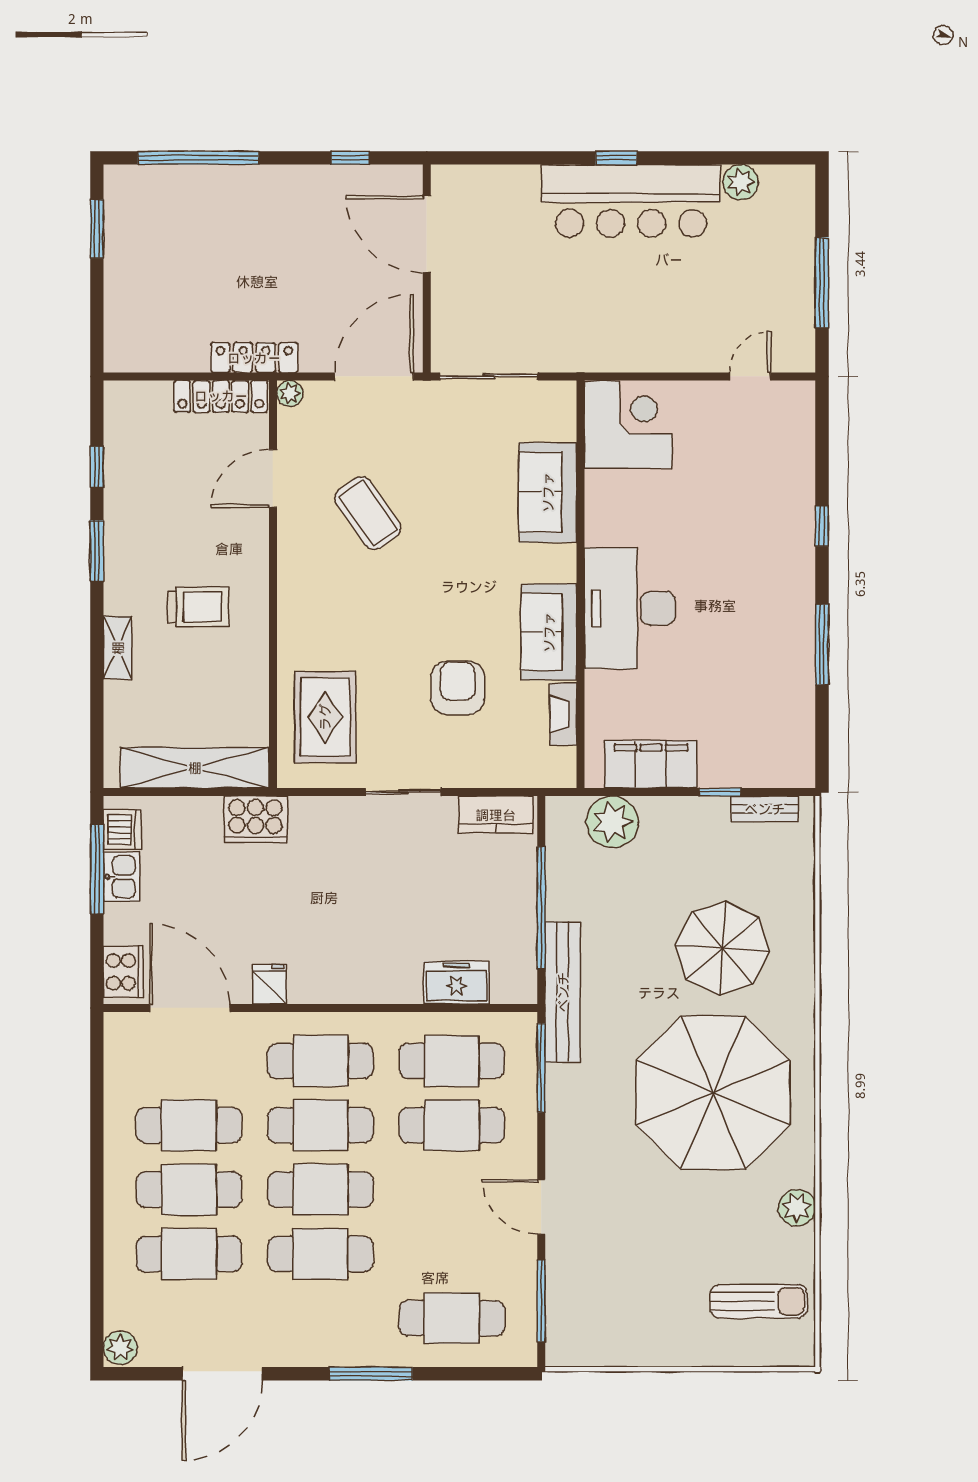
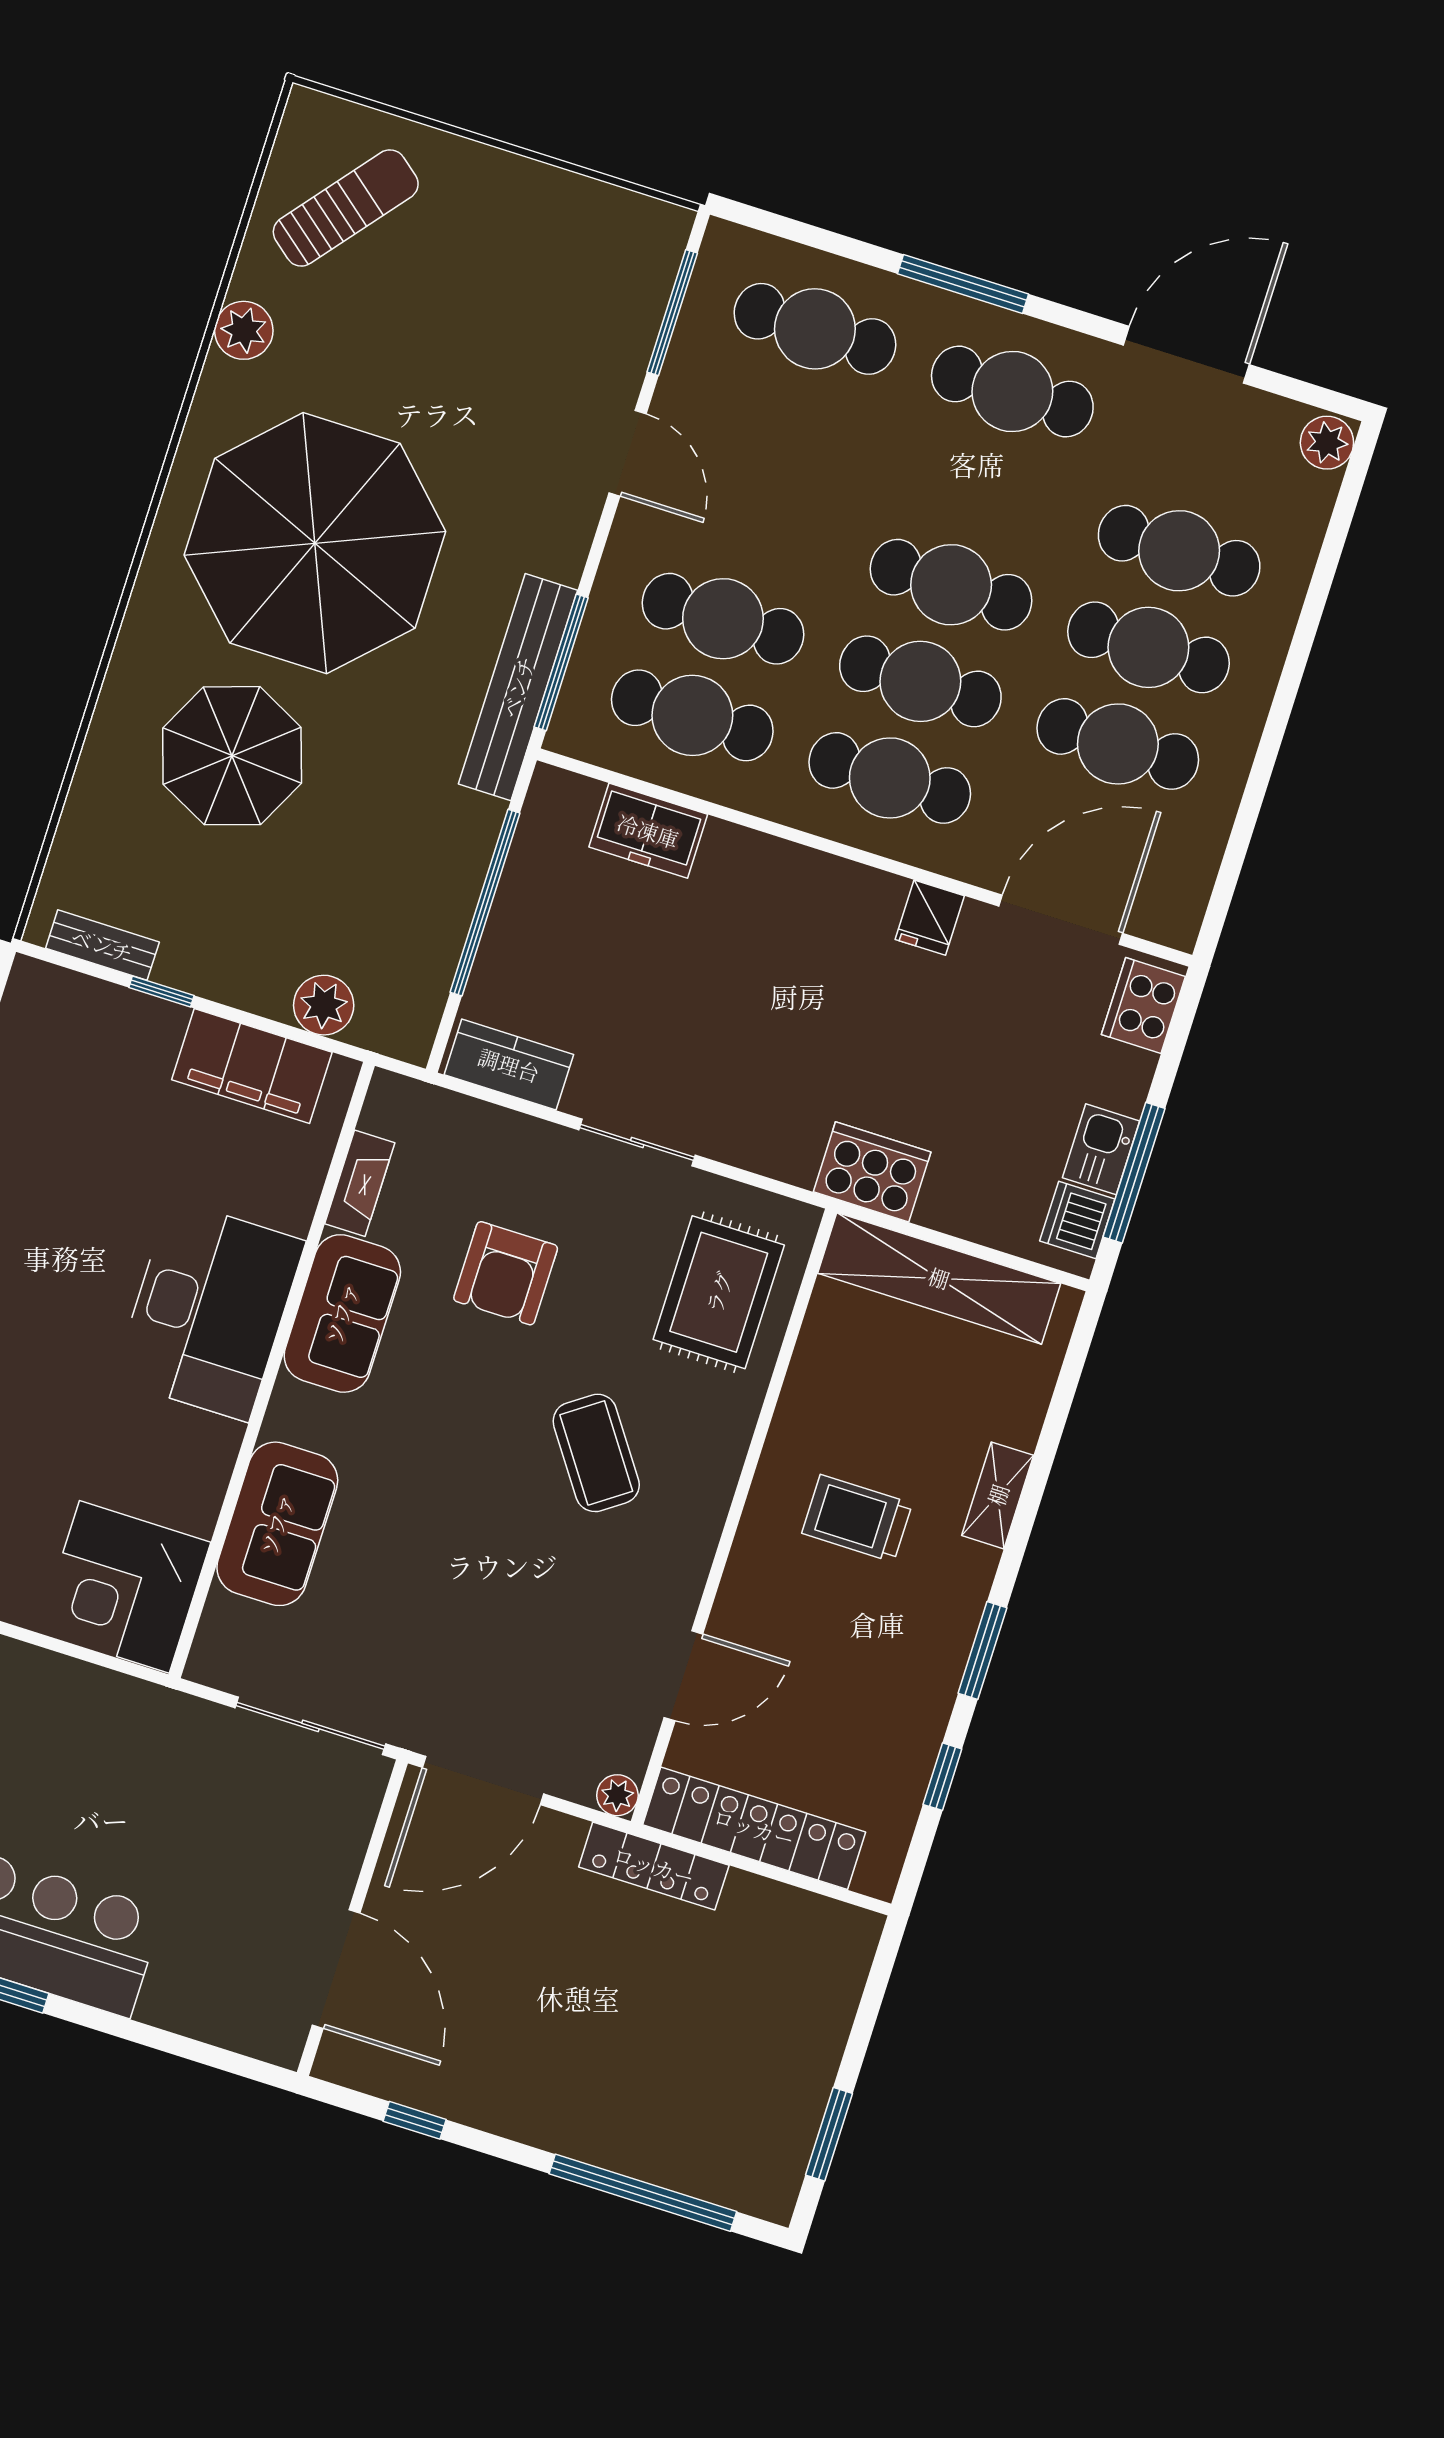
locker: (221, 396) -> (754, 1828), width x1.41, depth x1.21
coffee table: (368, 513) -> (596, 1453), moved
plant: (612, 822) -> (324, 1005), width x0.73, depth x0.73
bench: (563, 992) -> (518, 687), moved
door: (190, 1008) -> (1061, 920), swing flipped
cafe table: (320, 1254) -> (1012, 391), moved
sun lounger: (759, 1301) -> (346, 208), turned 129

